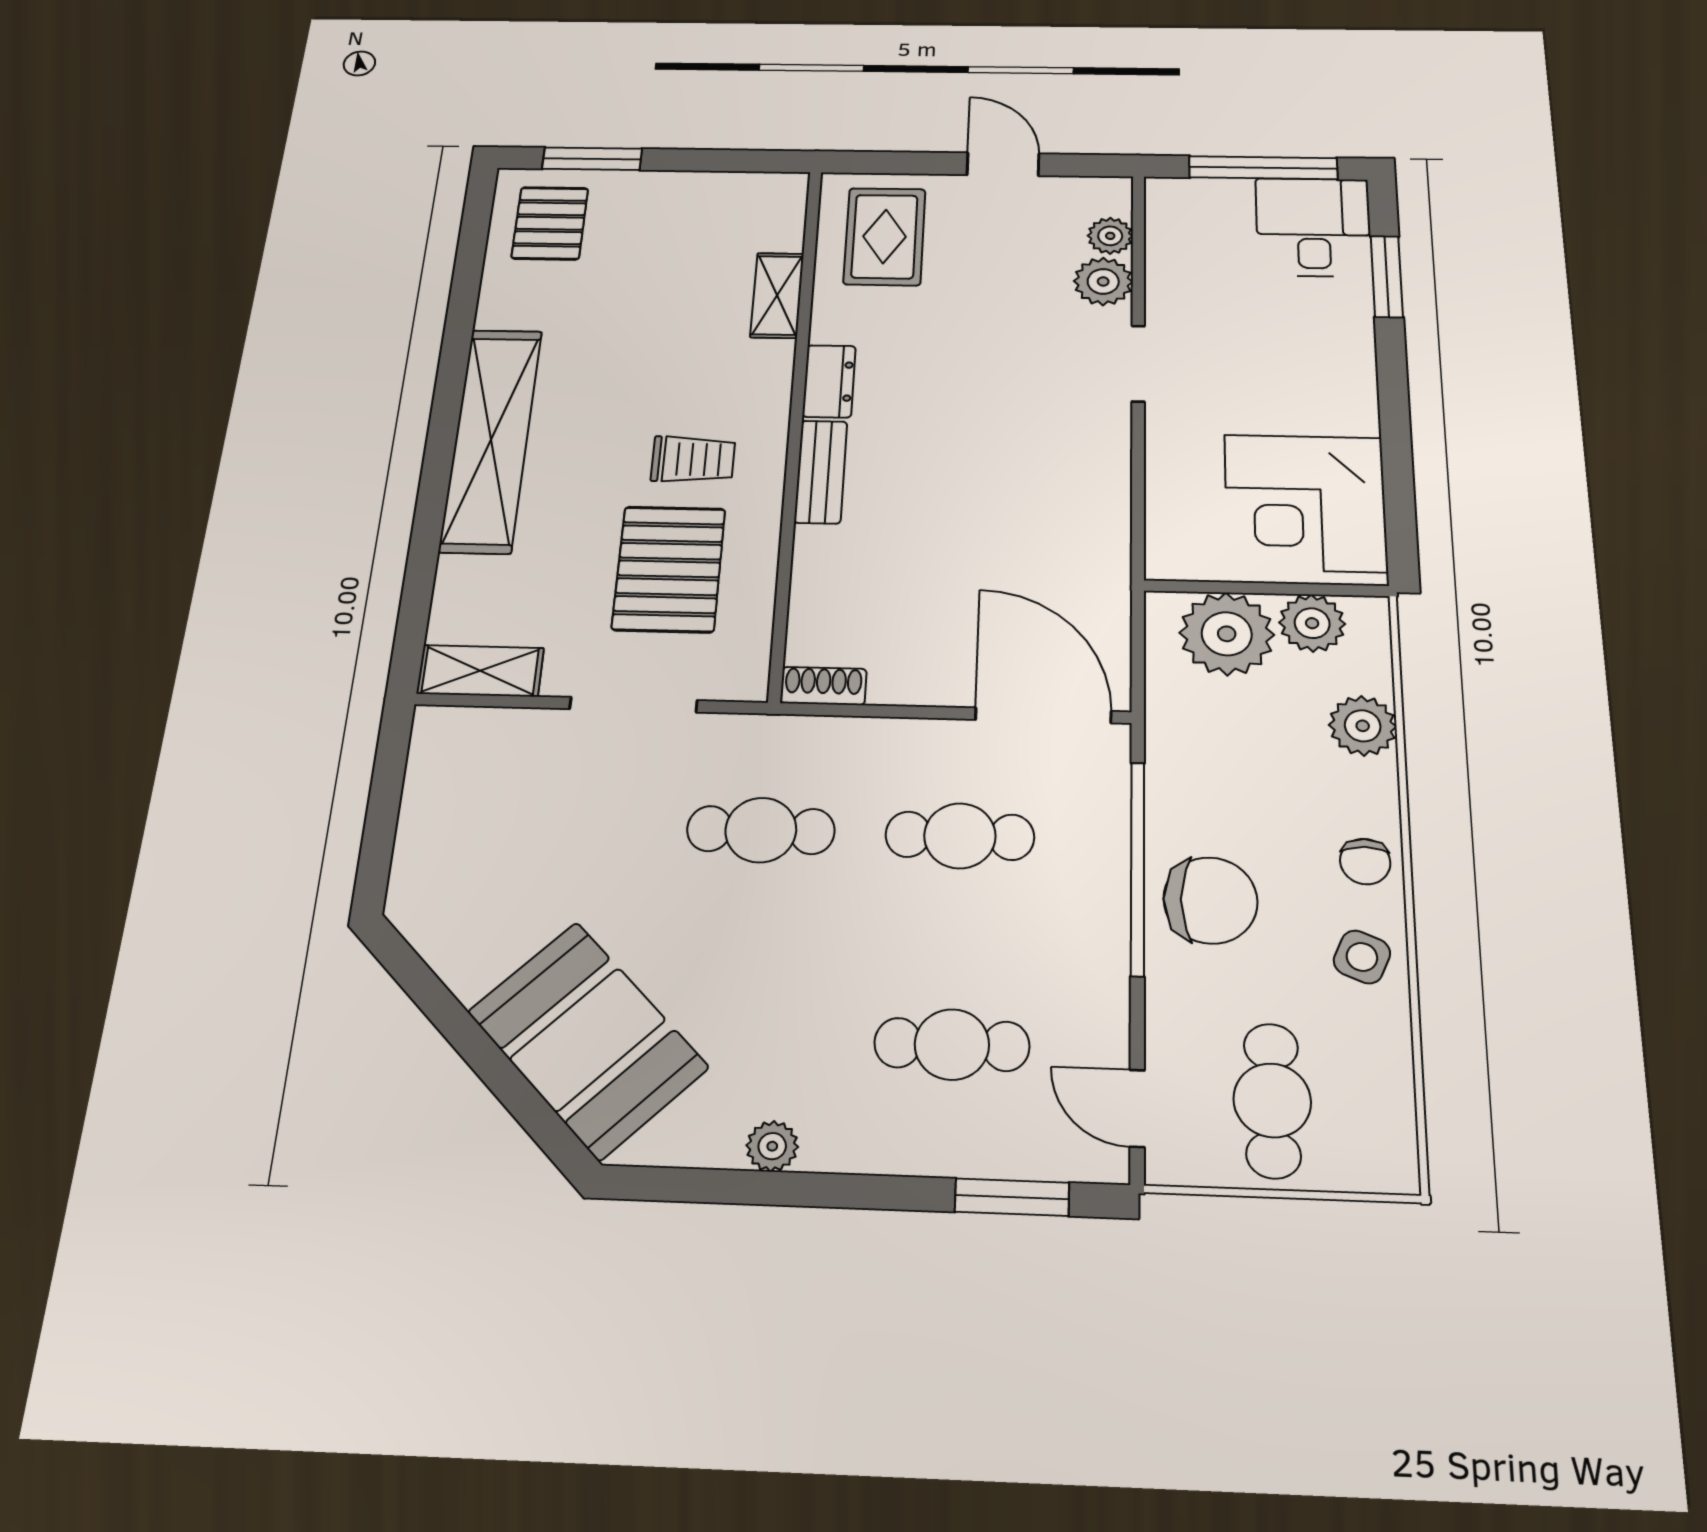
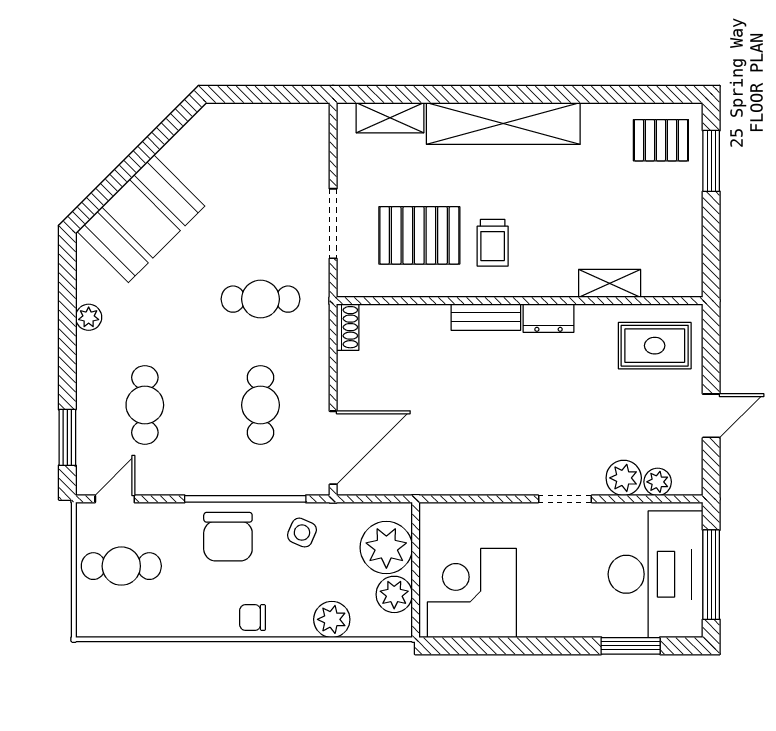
desk: (1313, 227) -> (656, 574), width x1.87, depth x1.30
shelving: (480, 671) -> (390, 118), moved, turned 90
cafe table: (761, 830) -> (260, 299), turned 90
side table: (1362, 957) -> (302, 533), moved

